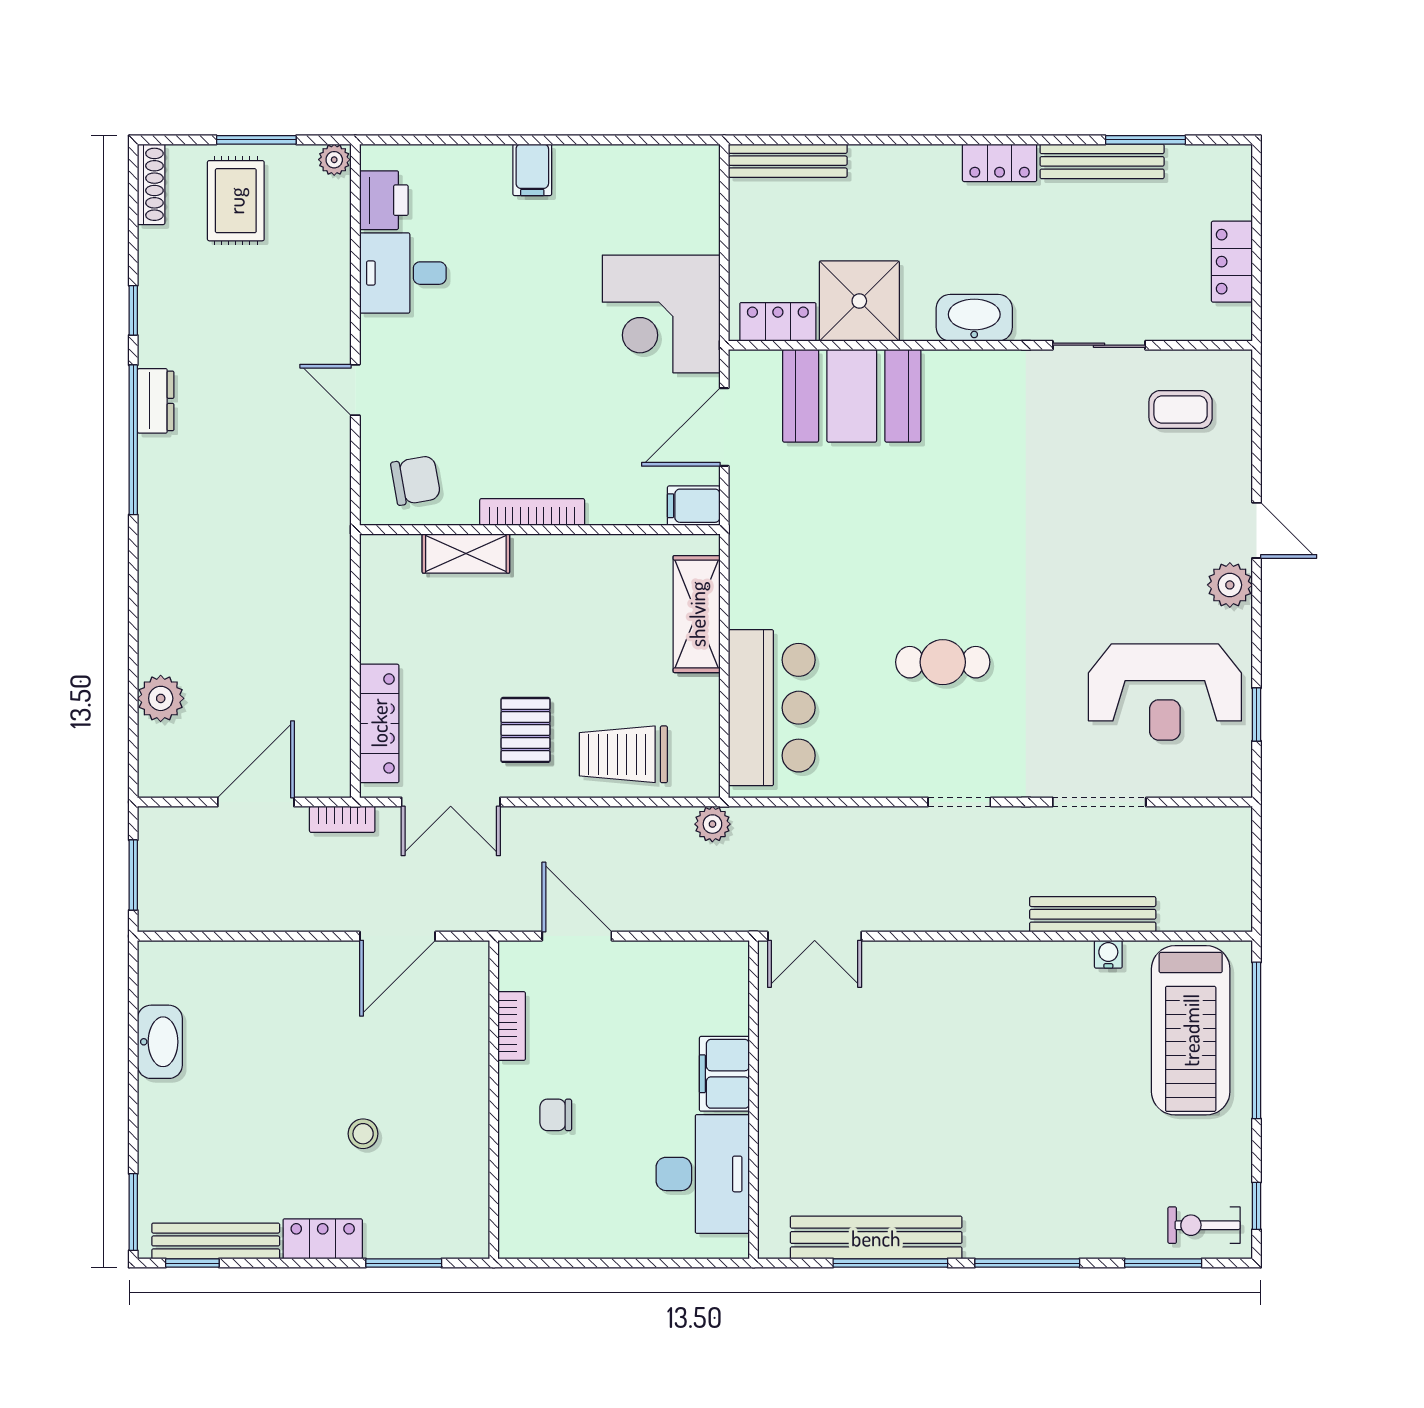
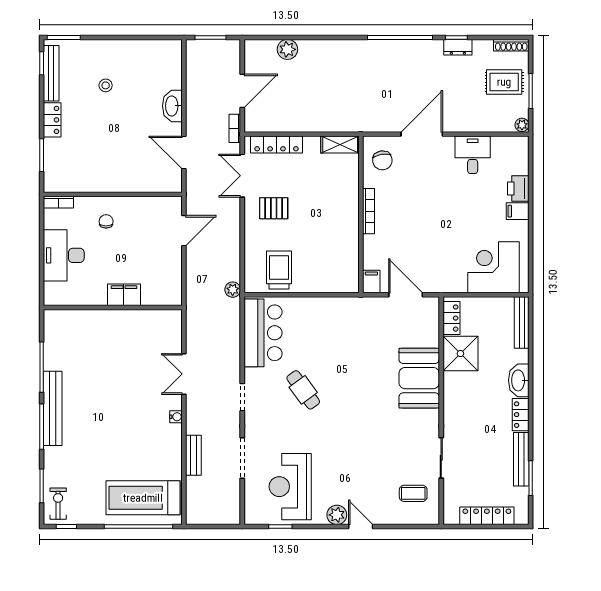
printer: (384, 200) -> (518, 188), moved, turned 90
locker: (1232, 262) -> (487, 516), width x1.53
corner desk: (661, 314) -> (494, 267), moved
washbasin: (974, 318) -> (519, 380), moved, turned 180
door: (355, 390) -> (422, 134), width x1.87
booth: (852, 396) -> (419, 378), moved
dresser: (156, 401) -> (458, 47), moved
coffee table: (1181, 410) -> (413, 493), turned 90
door: (1256, 530) -> (361, 526), swing flipped
shelving: (466, 553) -> (340, 145), moved, turned 90
shelving: (697, 614) -> (324, 283), removed
cafe table: (943, 662) -> (303, 390), turned -36
bar counter: (772, 708) -> (263, 333), moved, turned -90
trolley: (623, 754) -> (279, 270), moved
door: (256, 802) -> (242, 91), hinge flipped
bench: (1093, 914) -> (193, 455), width x0.73
double door: (815, 936) -> (184, 374), moved
water cooler: (1108, 954) -> (176, 417), moved
bookcase: (512, 1026) -> (58, 202), moved
washbasin: (160, 1042) -> (172, 106), moved, turned 90
stool: (363, 1134) -> (106, 85), moved
desk: (703, 1174) -> (64, 255), moved, turned 90
bench: (876, 1238) -> (53, 408), moved

